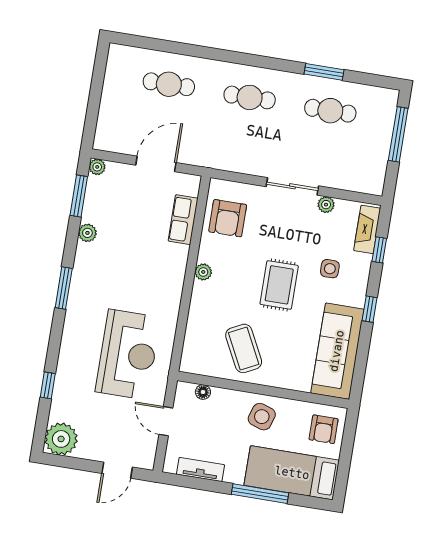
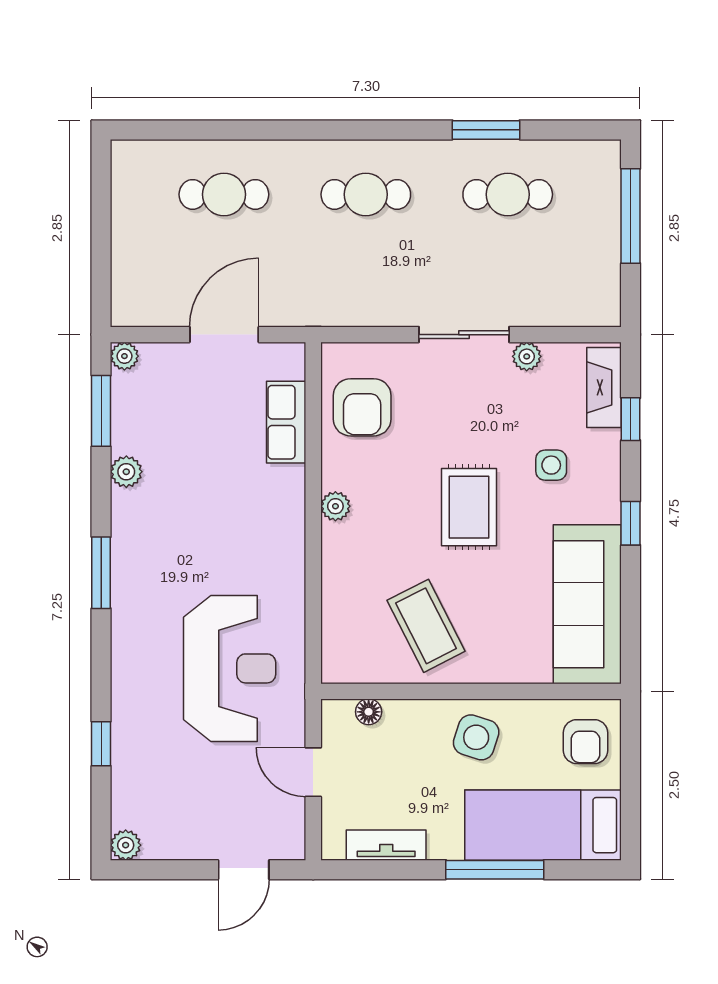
plant: (61, 439) -> (126, 845), width x0.53, depth x0.53

